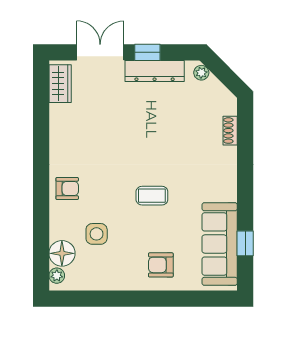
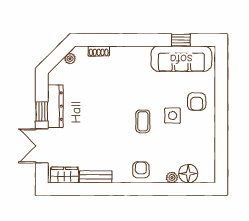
plant: (201, 73) -> (70, 59), moved
bench: (58, 126) -> (96, 177), added
coffee table: (152, 196) -> (143, 121), moved
side table: (97, 234) -> (173, 116), moved
plant: (57, 276) -> (172, 177), moved

